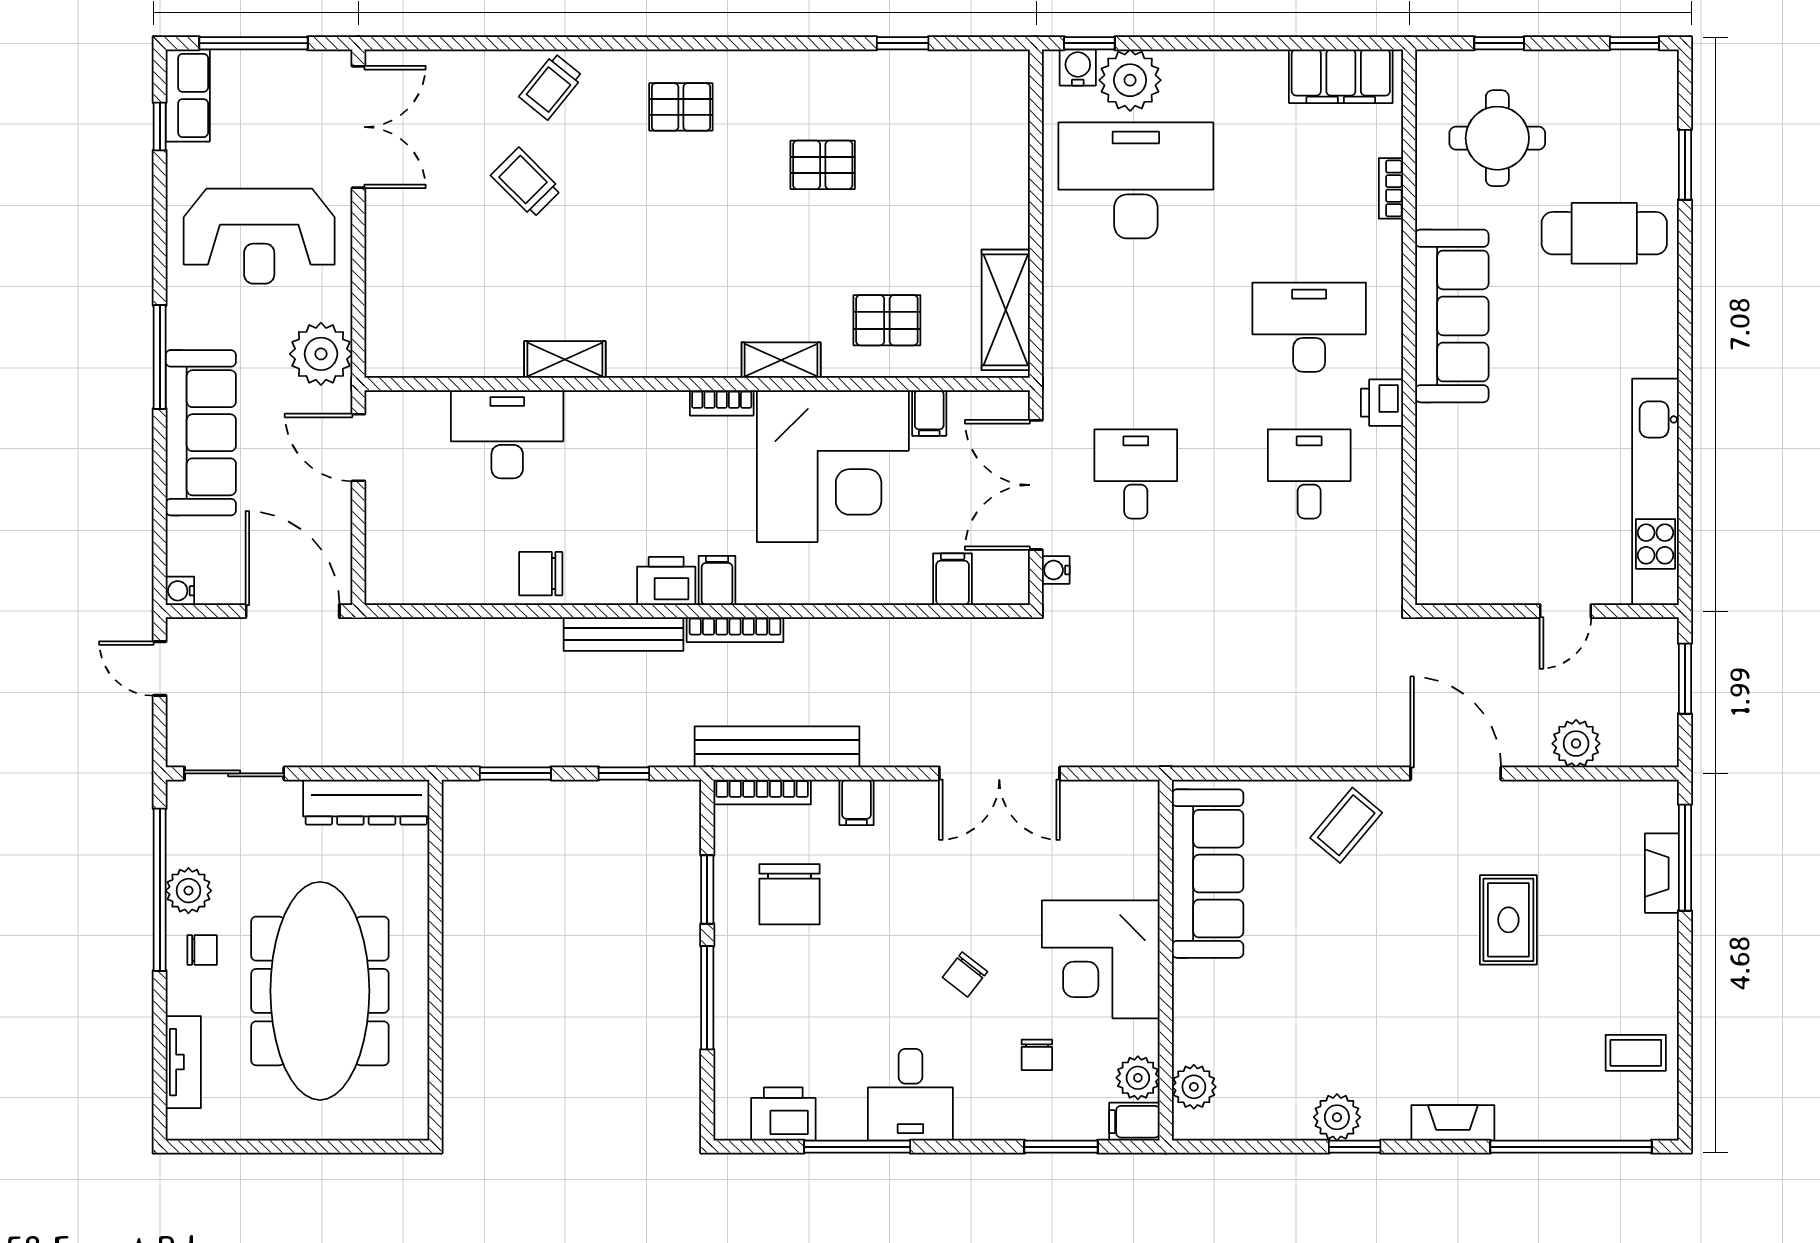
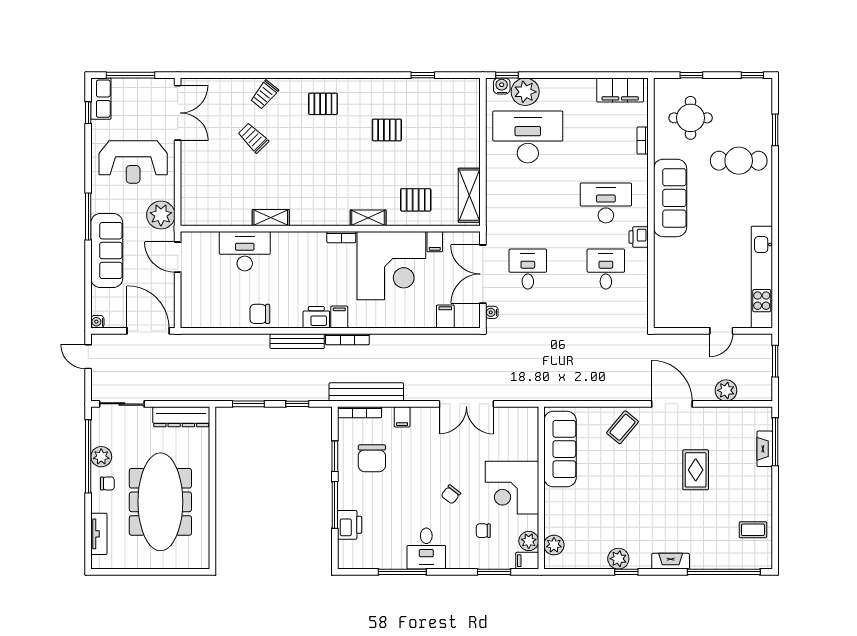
chair: (1037, 1055) -> (483, 531), turned 90
printer: (783, 1114) -> (350, 525), moved, turned 90

